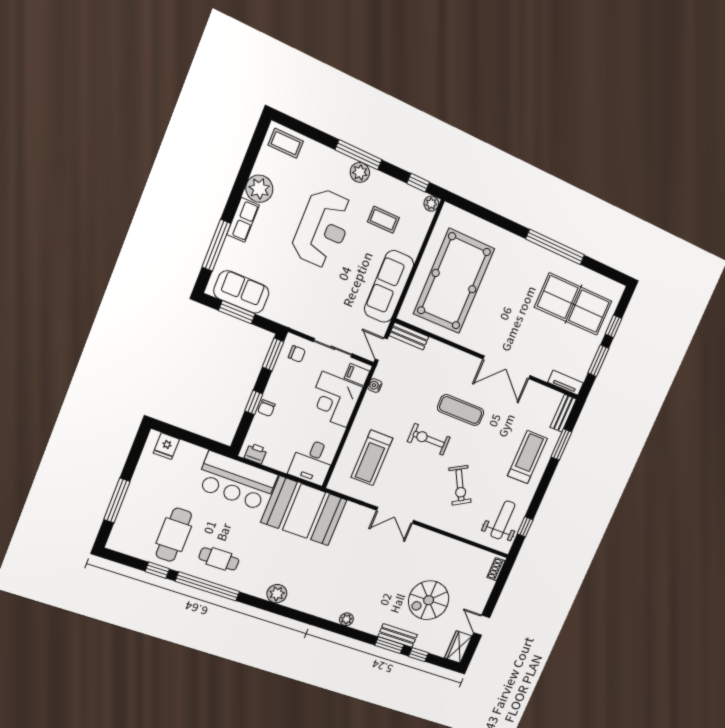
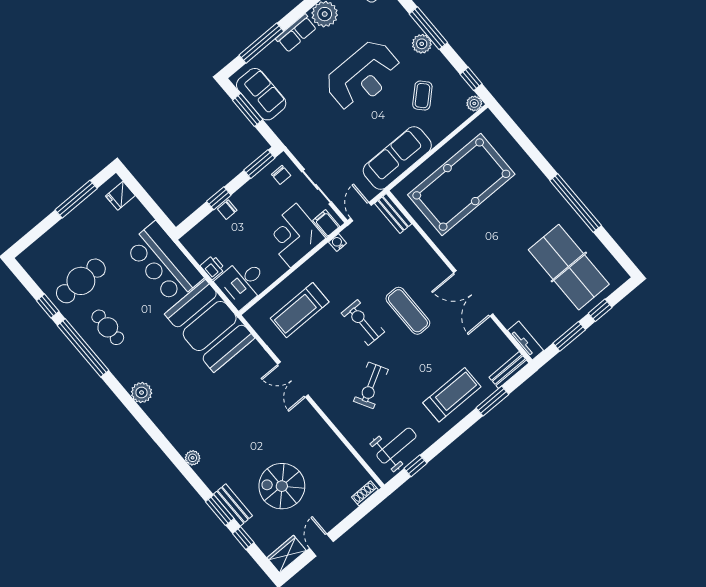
coffee table: (383, 220) -> (422, 96), turned 47
printer: (256, 454) -> (213, 267), moved
window: (117, 500) -> (76, 199), moved

